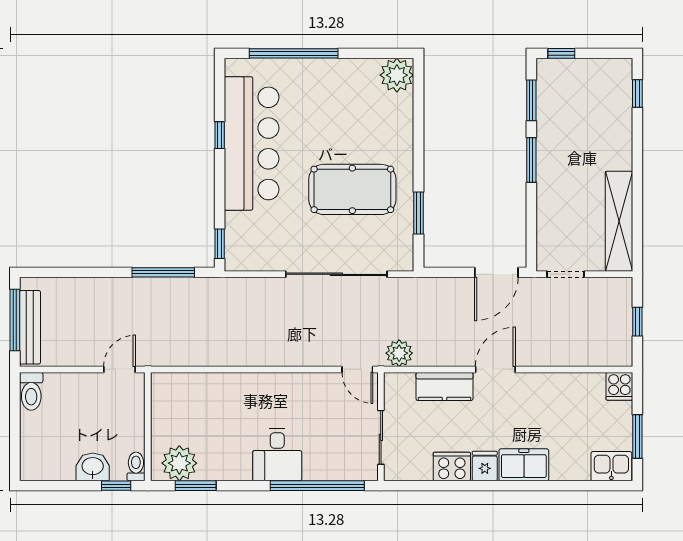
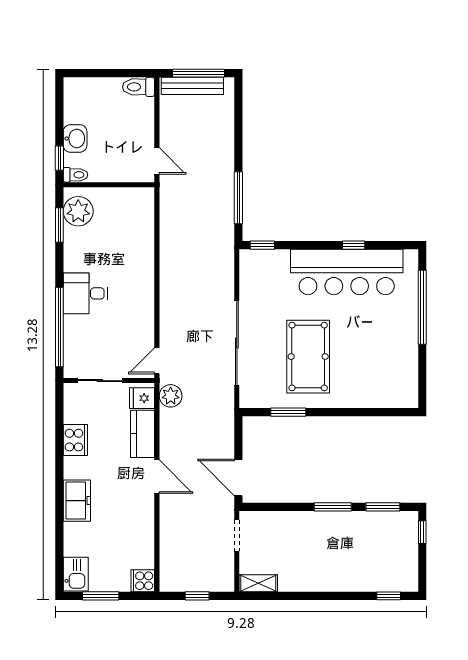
plant: (397, 75) -> (404, 394), removed
shelving: (619, 221) -> (258, 583), width x0.45, depth x0.75
fridge: (485, 466) -> (142, 398), moved, turned 180

